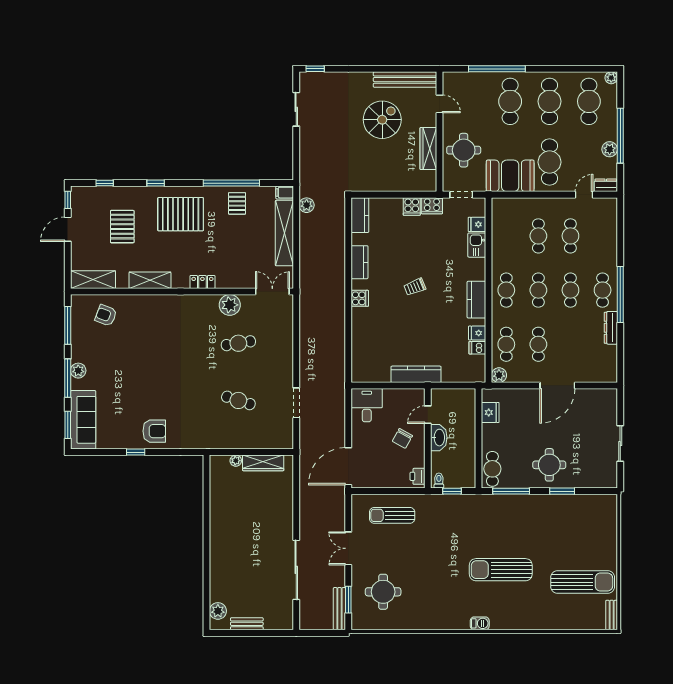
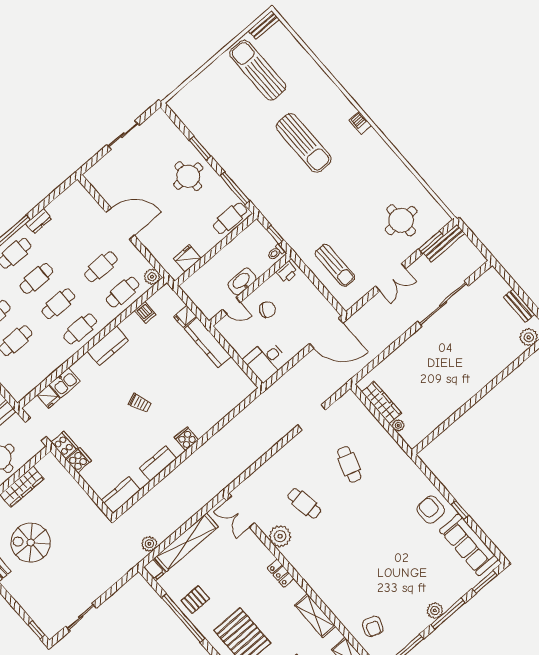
dresser: (611, 328) -> (39, 221), width x0.70
fridge: (477, 333) -> (185, 317), moved, turned 90
sofa: (83, 420) -> (469, 545), moved, turned -90

